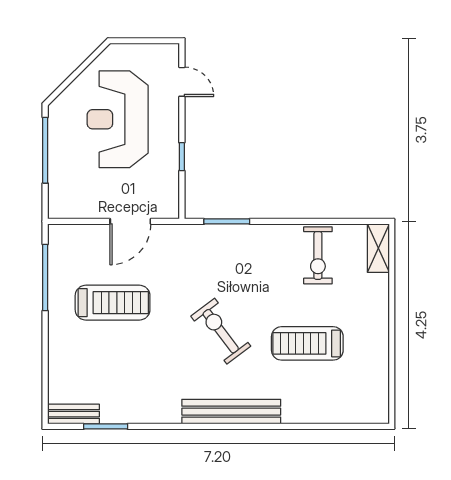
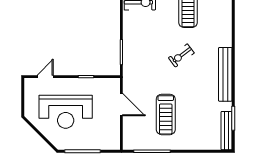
treadmill: (113, 303) -> (166, 114), turned 180
exercise bike: (221, 331) -> (181, 55), width x0.73, depth x0.72
bench: (231, 412) -> (225, 74), moved
bench: (74, 414) -> (227, 131), width x1.36

